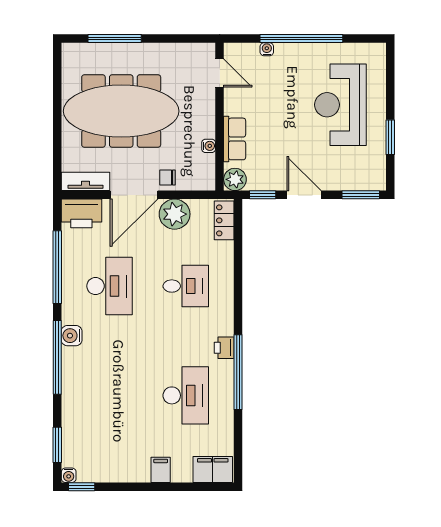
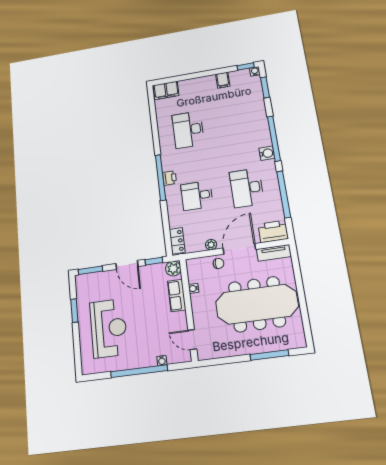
plant: (175, 214) -> (211, 245), width x0.53, depth x0.53
printer: (224, 348) -> (170, 178), moved
window: (238, 372) -> (160, 177), moved
filing cabinet: (161, 470) -> (223, 80), moved

